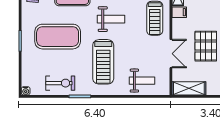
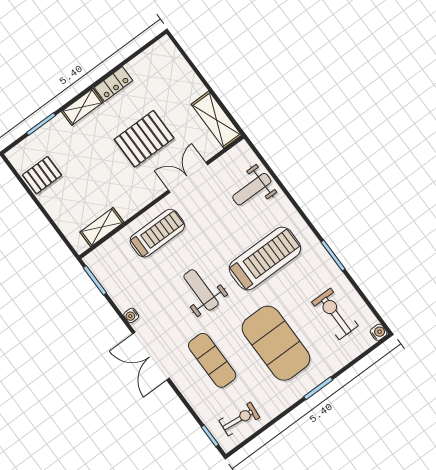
filing cabinet: (179, 12) -> (125, 207), removed
weight bench: (142, 81) -> (252, 189), turned -90
exercise bike: (60, 83) -> (335, 314), moved

